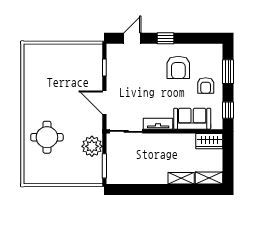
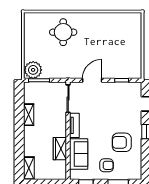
armchair: (206, 86) -> (106, 165), turned 180
wardrobe: (209, 141) -> (60, 149), moved
plant: (92, 146) -> (33, 70), moved
shelving: (181, 178) -> (29, 115), moved

